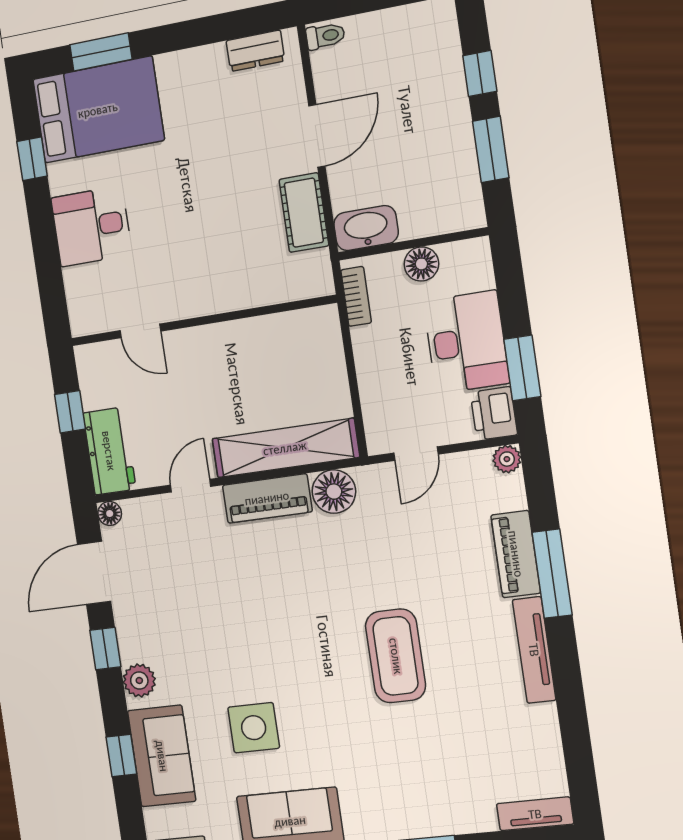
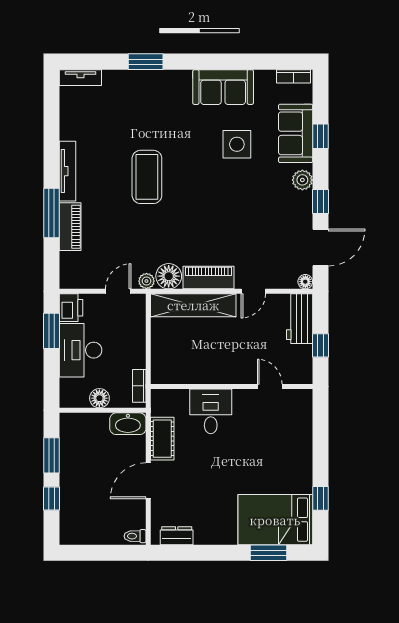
desk: (91, 226) -> (211, 411), moved, turned -90
plant: (507, 459) -> (146, 281), moved

